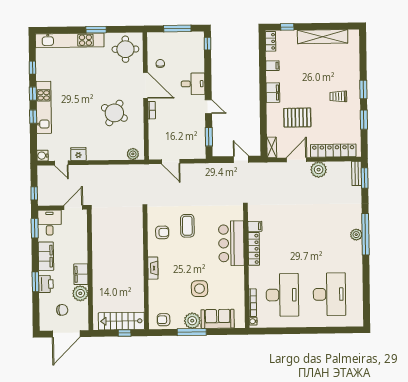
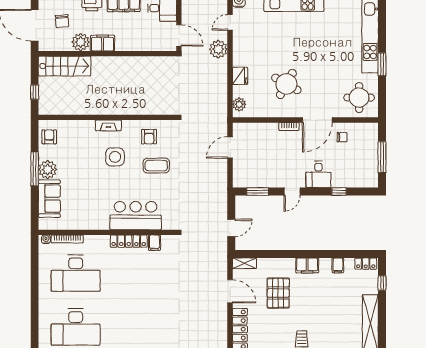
window: (207, 44) -> (339, 191), moved
fridge: (78, 154) -> (240, 76), moved
plant: (319, 170) -> (218, 49), moved
side table: (199, 289) -> (115, 157), moved
stairs: (121, 321) -> (65, 66), moved, turned 90

